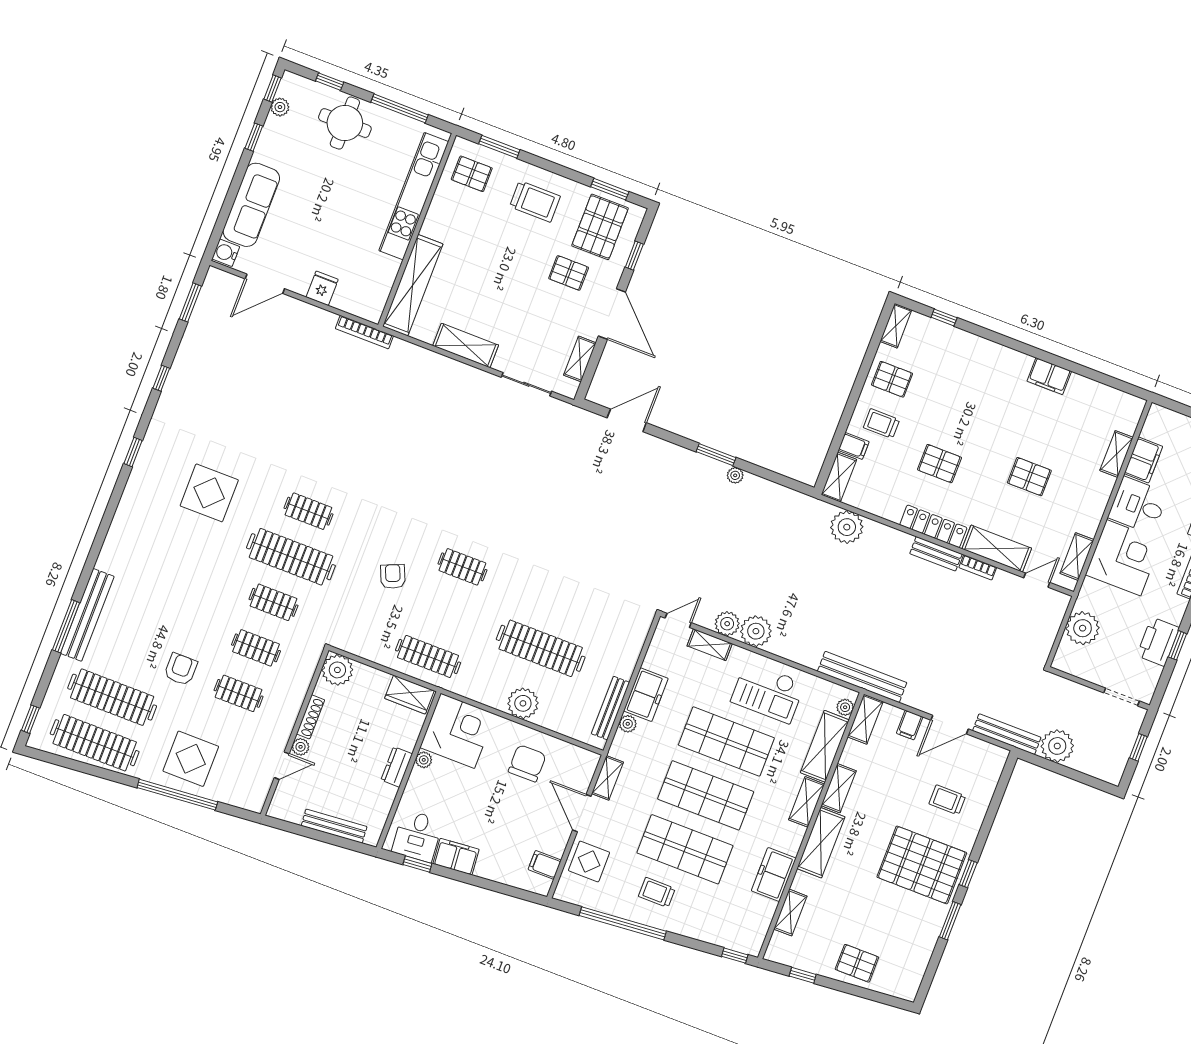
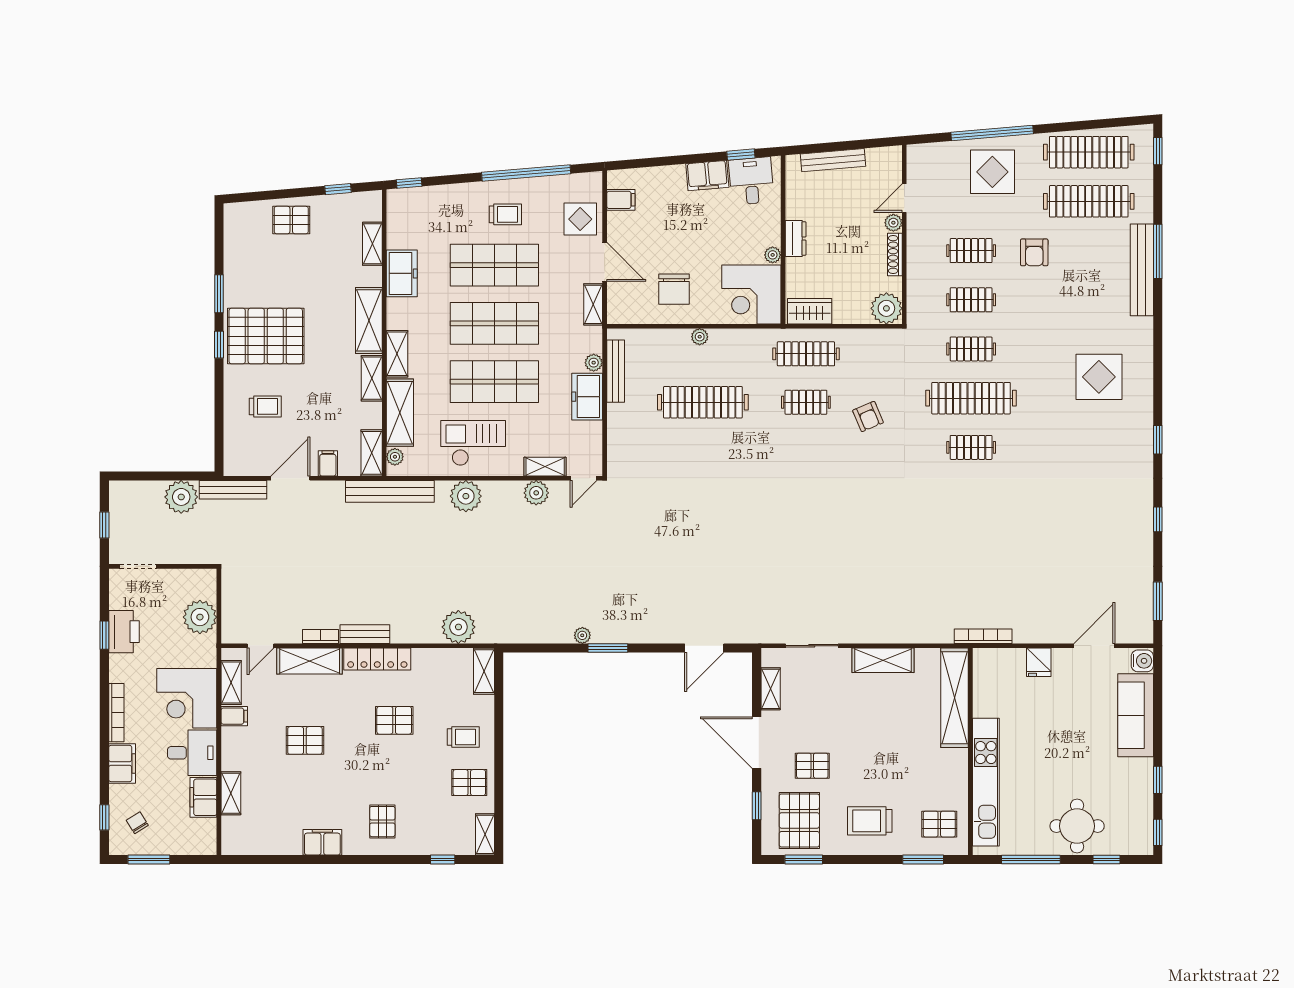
plant: (280, 107) -> (1144, 818), removed
pallet: (986, 374) -> (382, 822), added
filing cabinet: (854, 446) -> (234, 716), moved, turned 180
display table: (209, 493) -> (1099, 377), moved
clothes rail: (462, 567) -> (806, 402), moved
plant: (756, 631) -> (466, 496), moved
plant: (523, 703) -> (700, 337), width x0.53, depth x0.53

